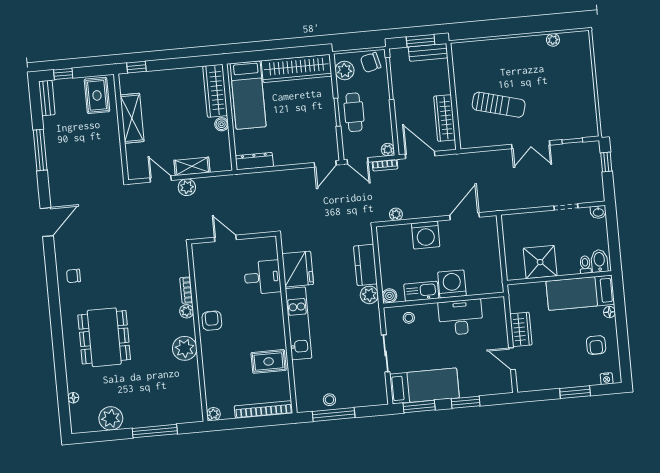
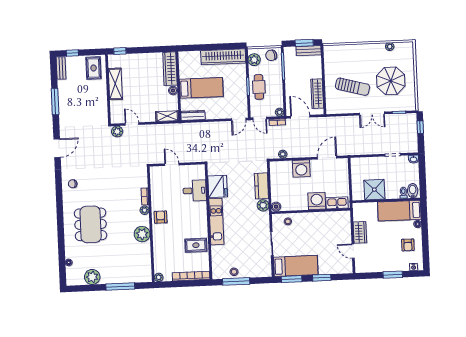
parasol: (557, 93) -> (391, 81), added
bed: (248, 95) -> (201, 88), moved, turned -90
shelving: (192, 166) -> (167, 116), moved
plant: (187, 187) -> (117, 131), moved
kitchen sink: (421, 291) -> (337, 203), moved
desk: (461, 317) -> (321, 223), removed

